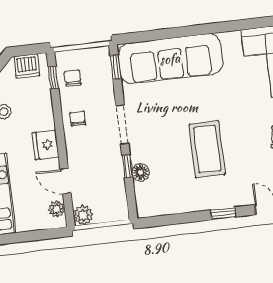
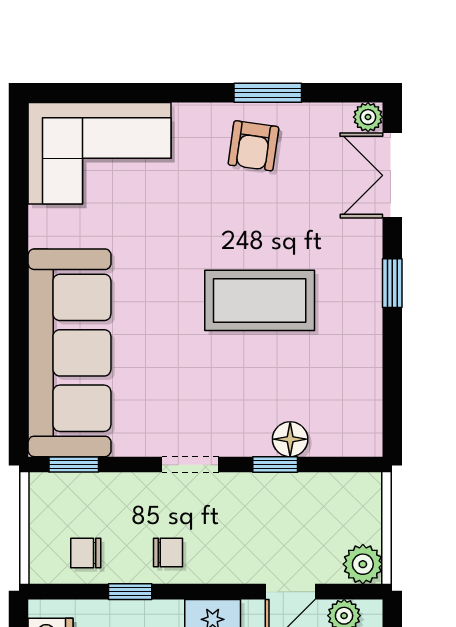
window: (53, 78) -> (130, 592), moved
chair: (78, 119) -> (168, 553), turned 180
doorway: (122, 125) -> (190, 465), width x0.73

